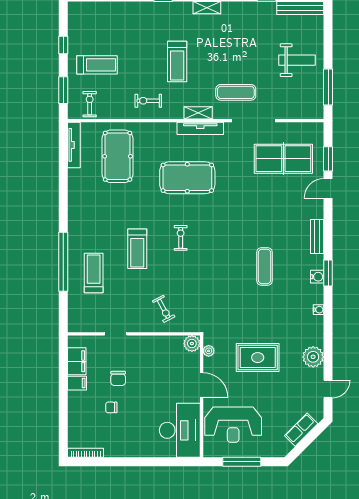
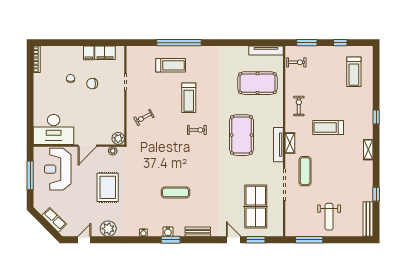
treadmill: (97, 65) -> (354, 72), moved
treadmill: (137, 249) -> (189, 98), turned -90
door: (328, 389) -> (84, 240), swing flipped

